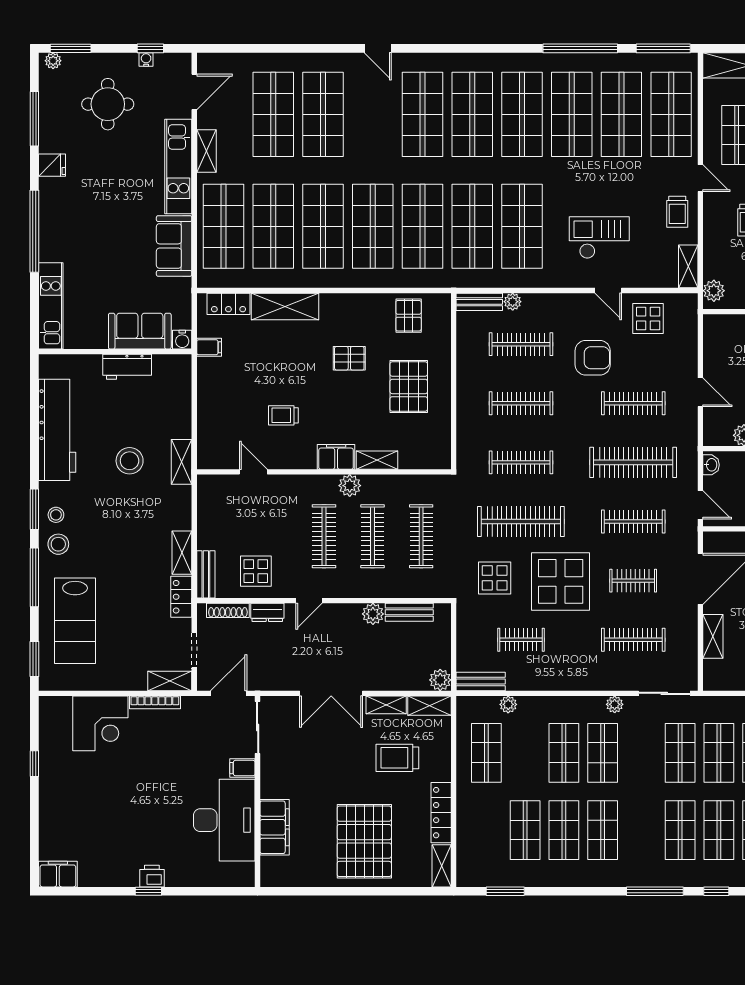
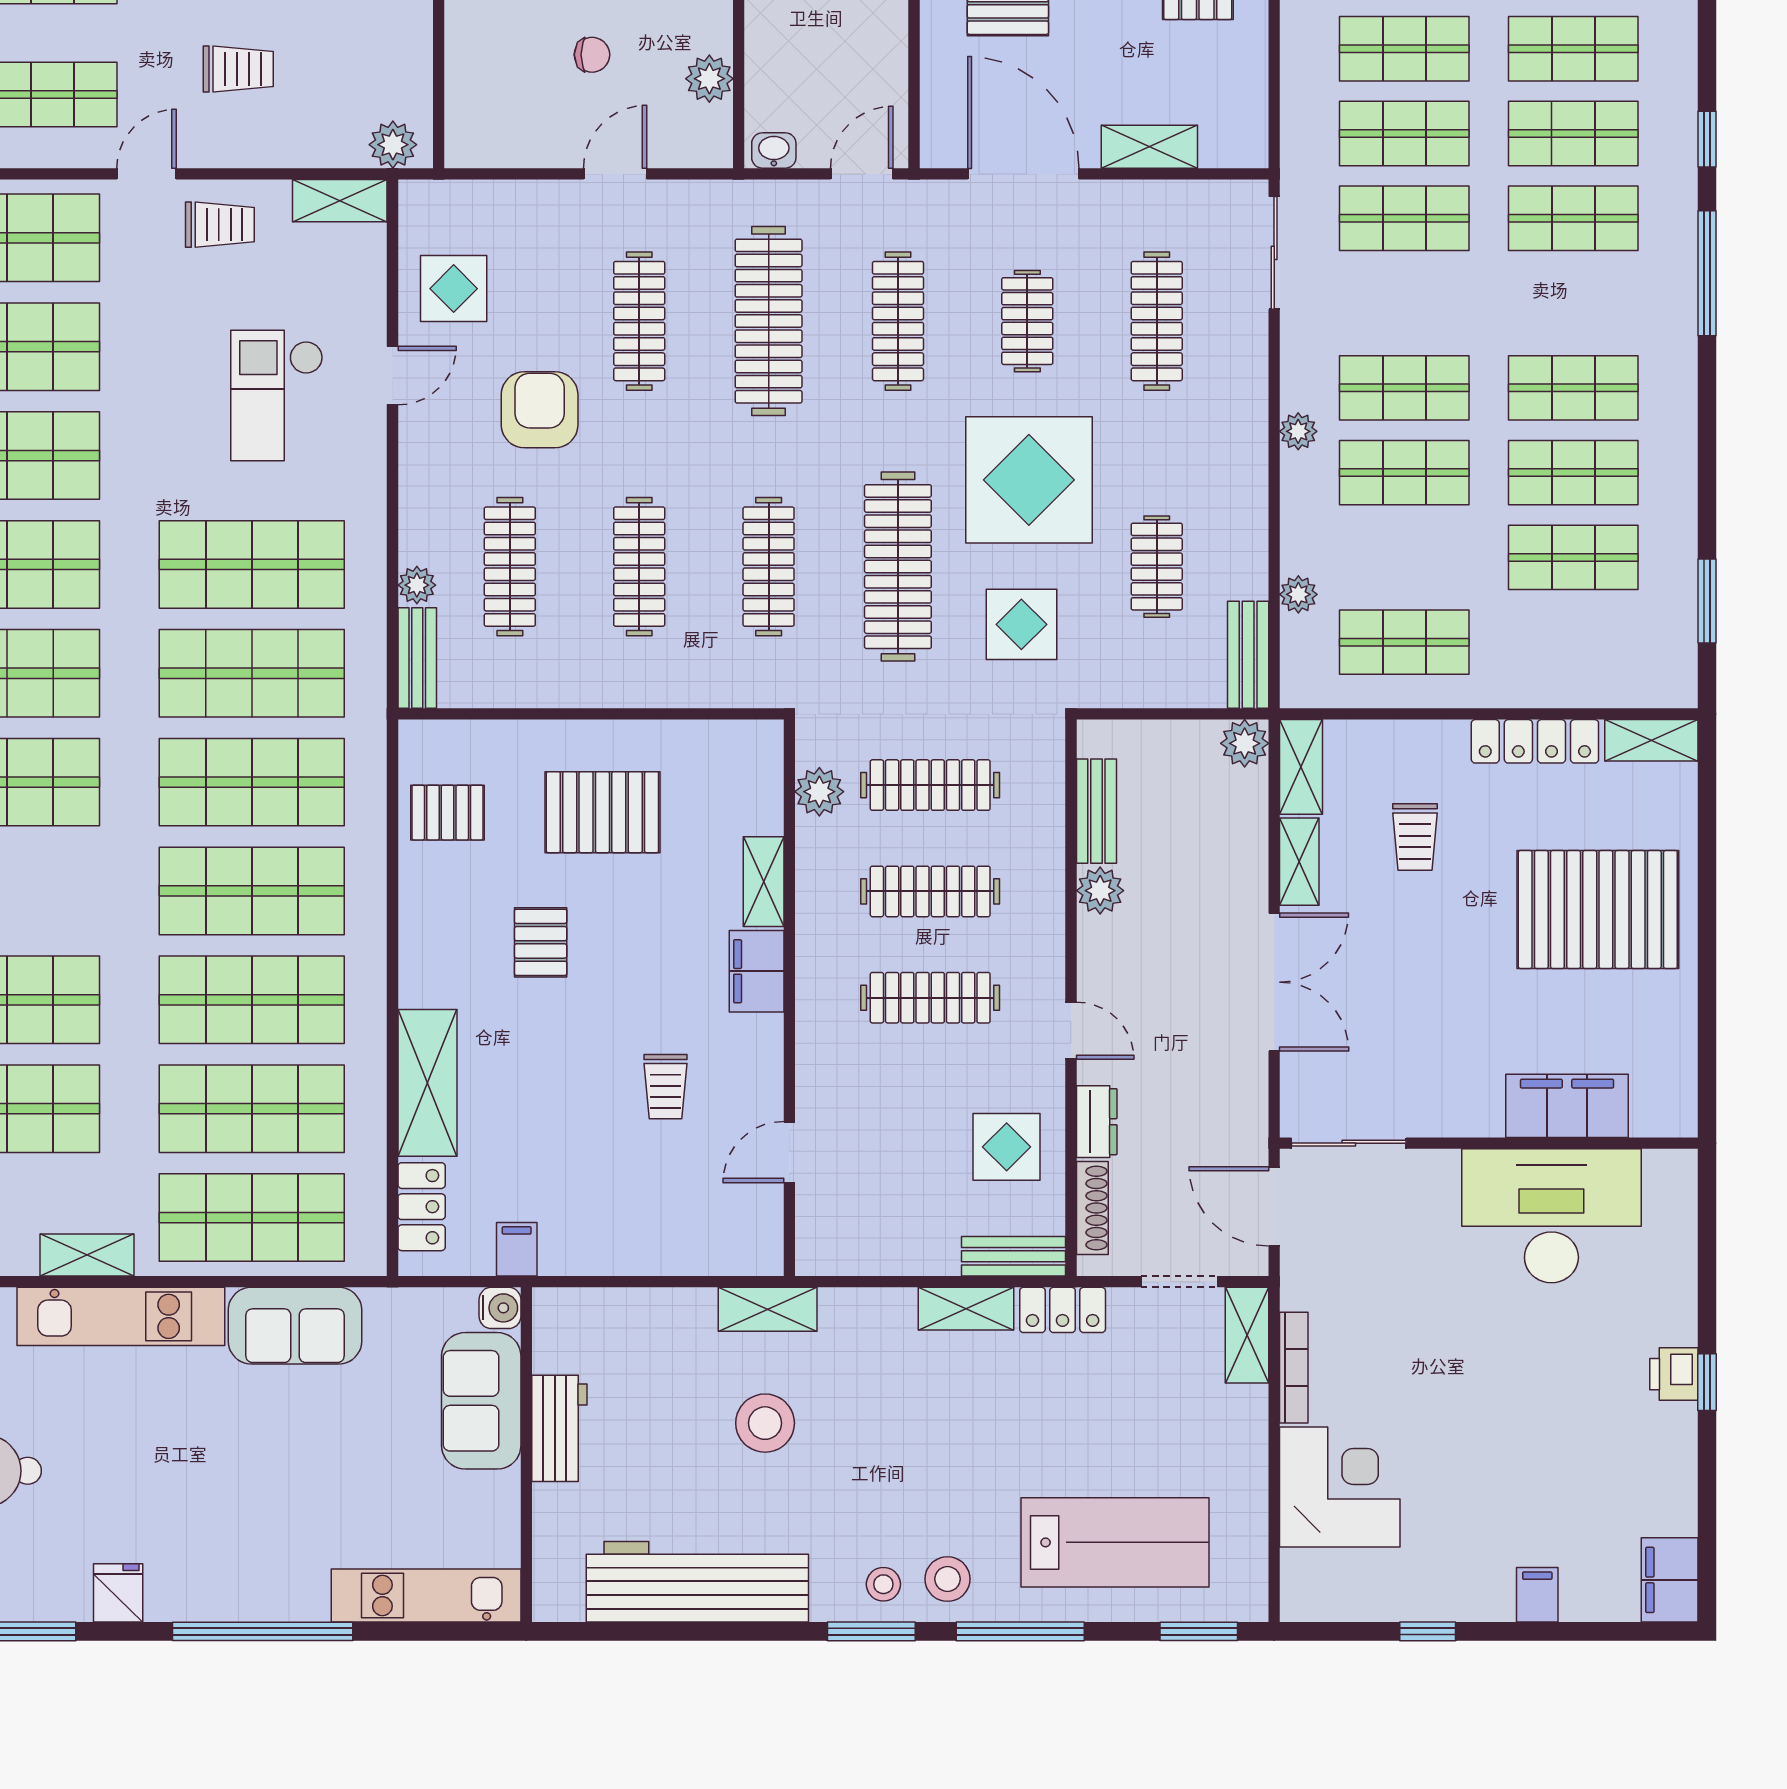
plant: (350, 486) -> (819, 792), moved
plant: (615, 704) -> (1298, 431), moved
trolley: (397, 758) -> (1415, 837), width x0.73, depth x0.72
filing cabinet: (242, 768) -> (1537, 1595), moved, turned 180

